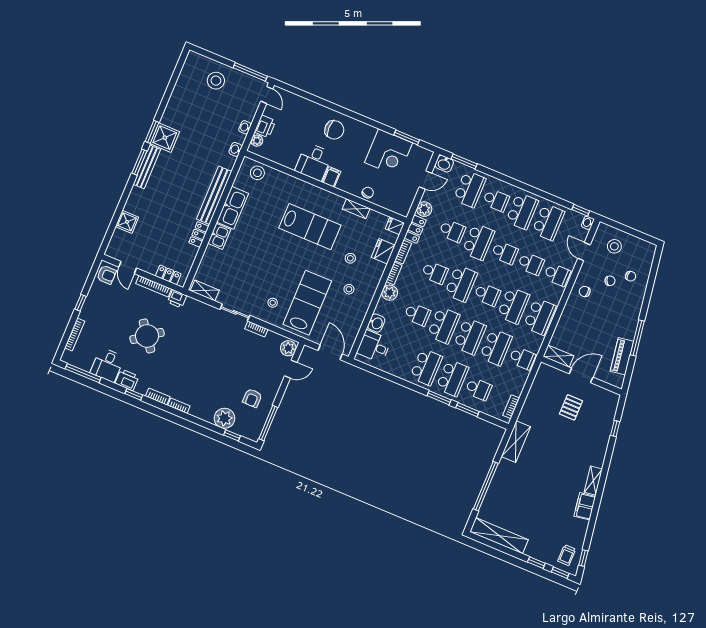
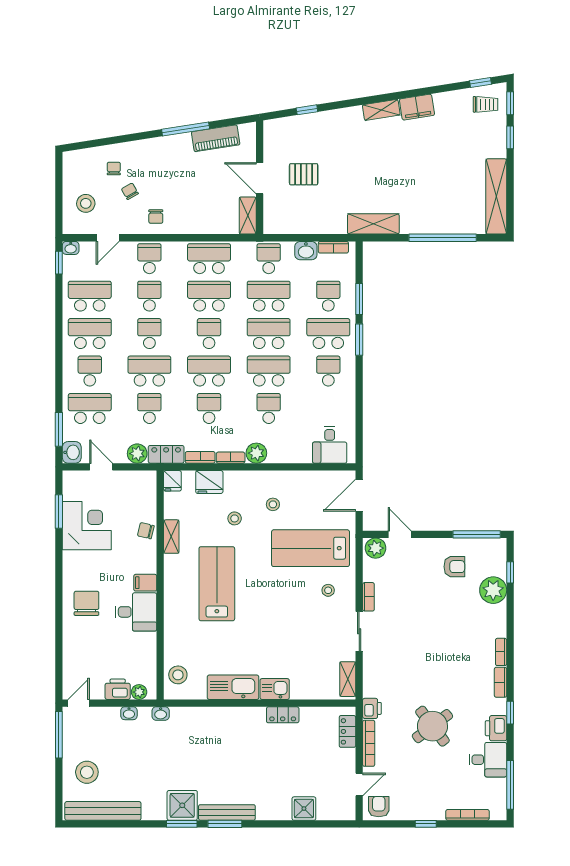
bench: (214, 195) -> (103, 811), moved
washbasin: (376, 323) -> (306, 251), moved, turned 180
school desk: (426, 367) -> (328, 371), width x0.54

